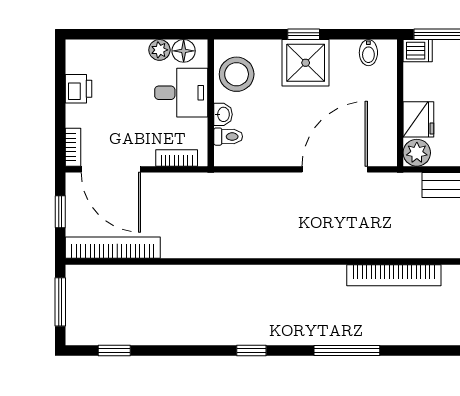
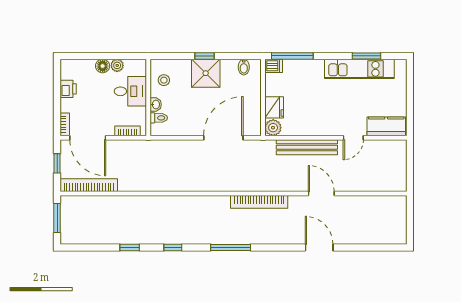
floor lamp: (184, 51) -> (103, 66), moved
stool: (237, 74) -> (164, 80), width x0.53, depth x0.53
window: (114, 351) -> (130, 248), moved

